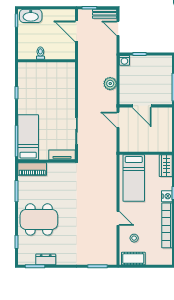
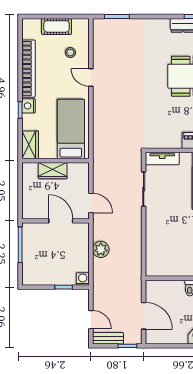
wardrobe: (148, 145) -> (53, 171), added
cot: (133, 259) -> (56, 26), moved

